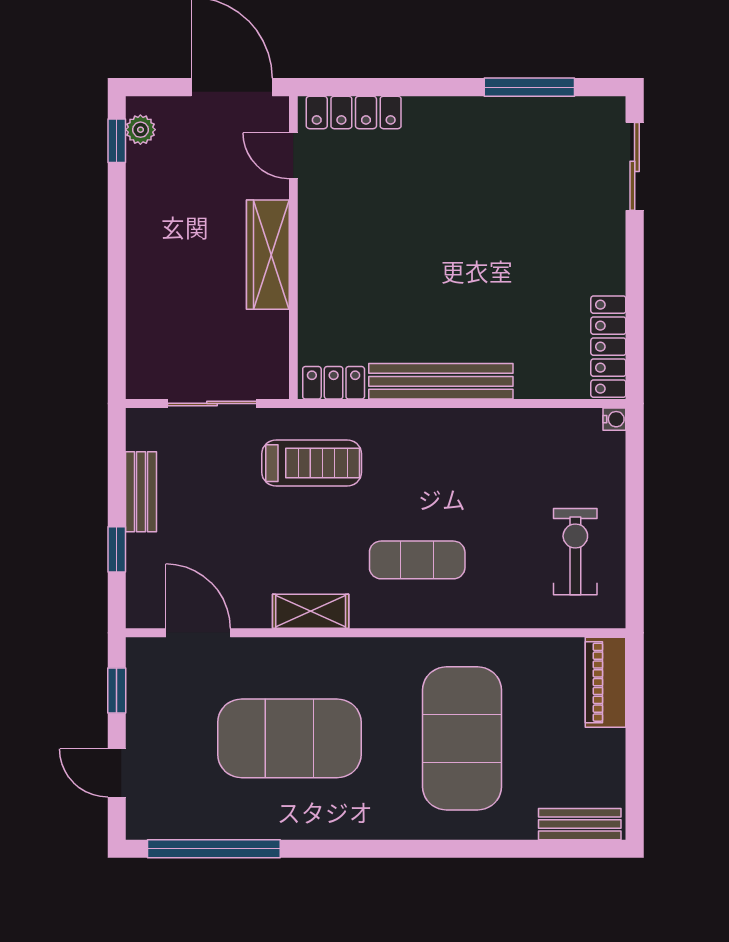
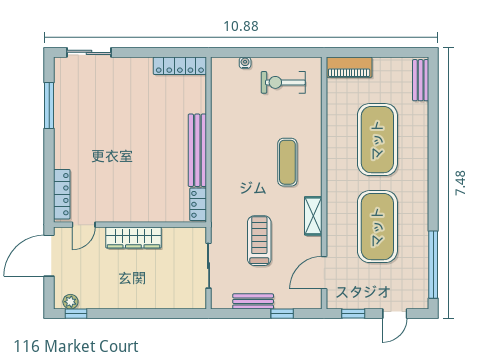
water cooler: (614, 419) -> (245, 63), moved
treadmill: (312, 463) -> (259, 241), moved
exercise mat: (462, 738) -> (377, 140), turned 90

